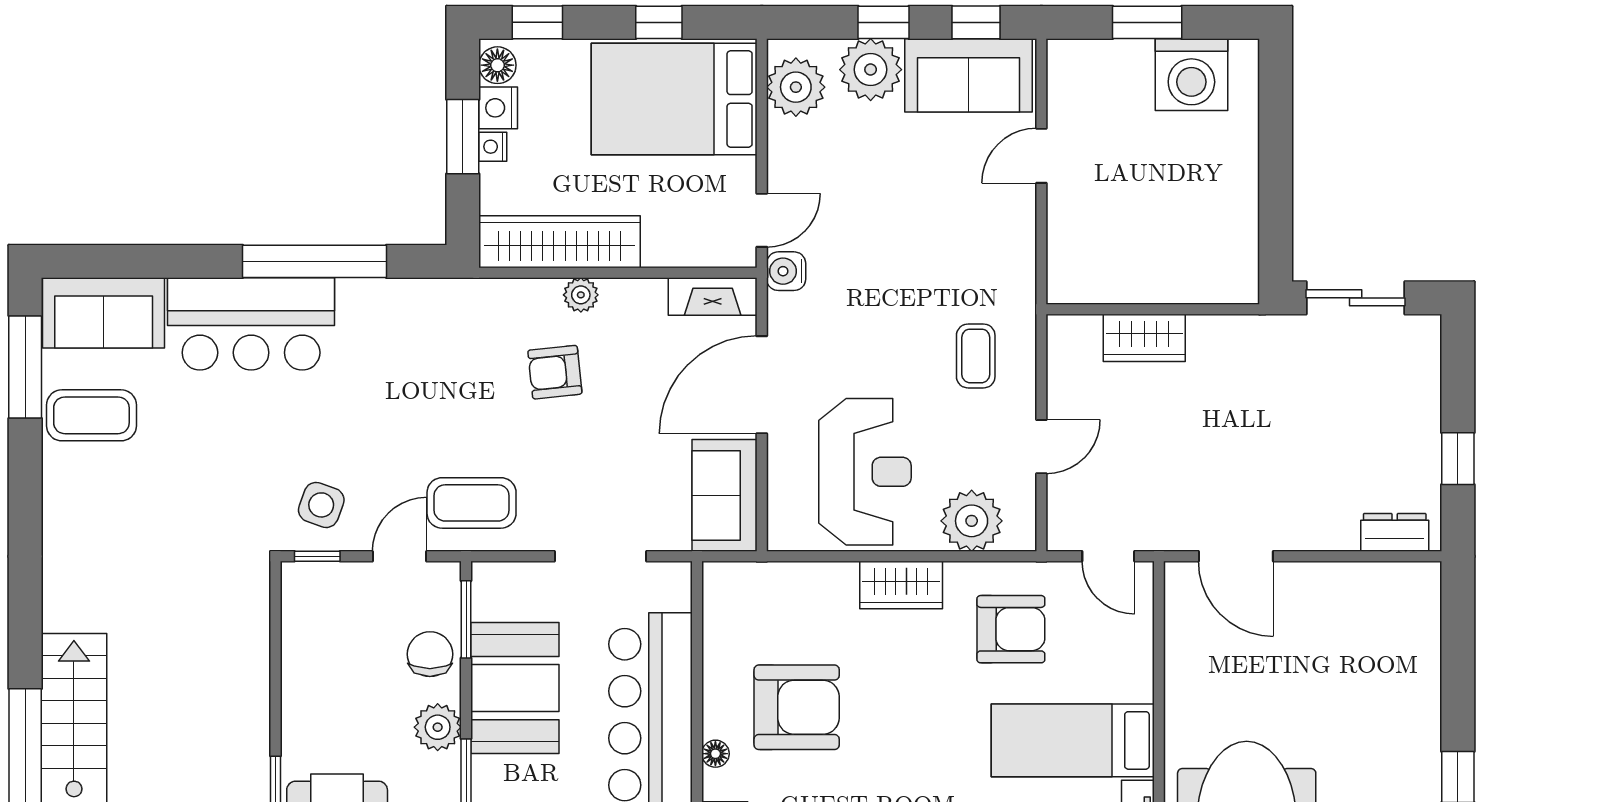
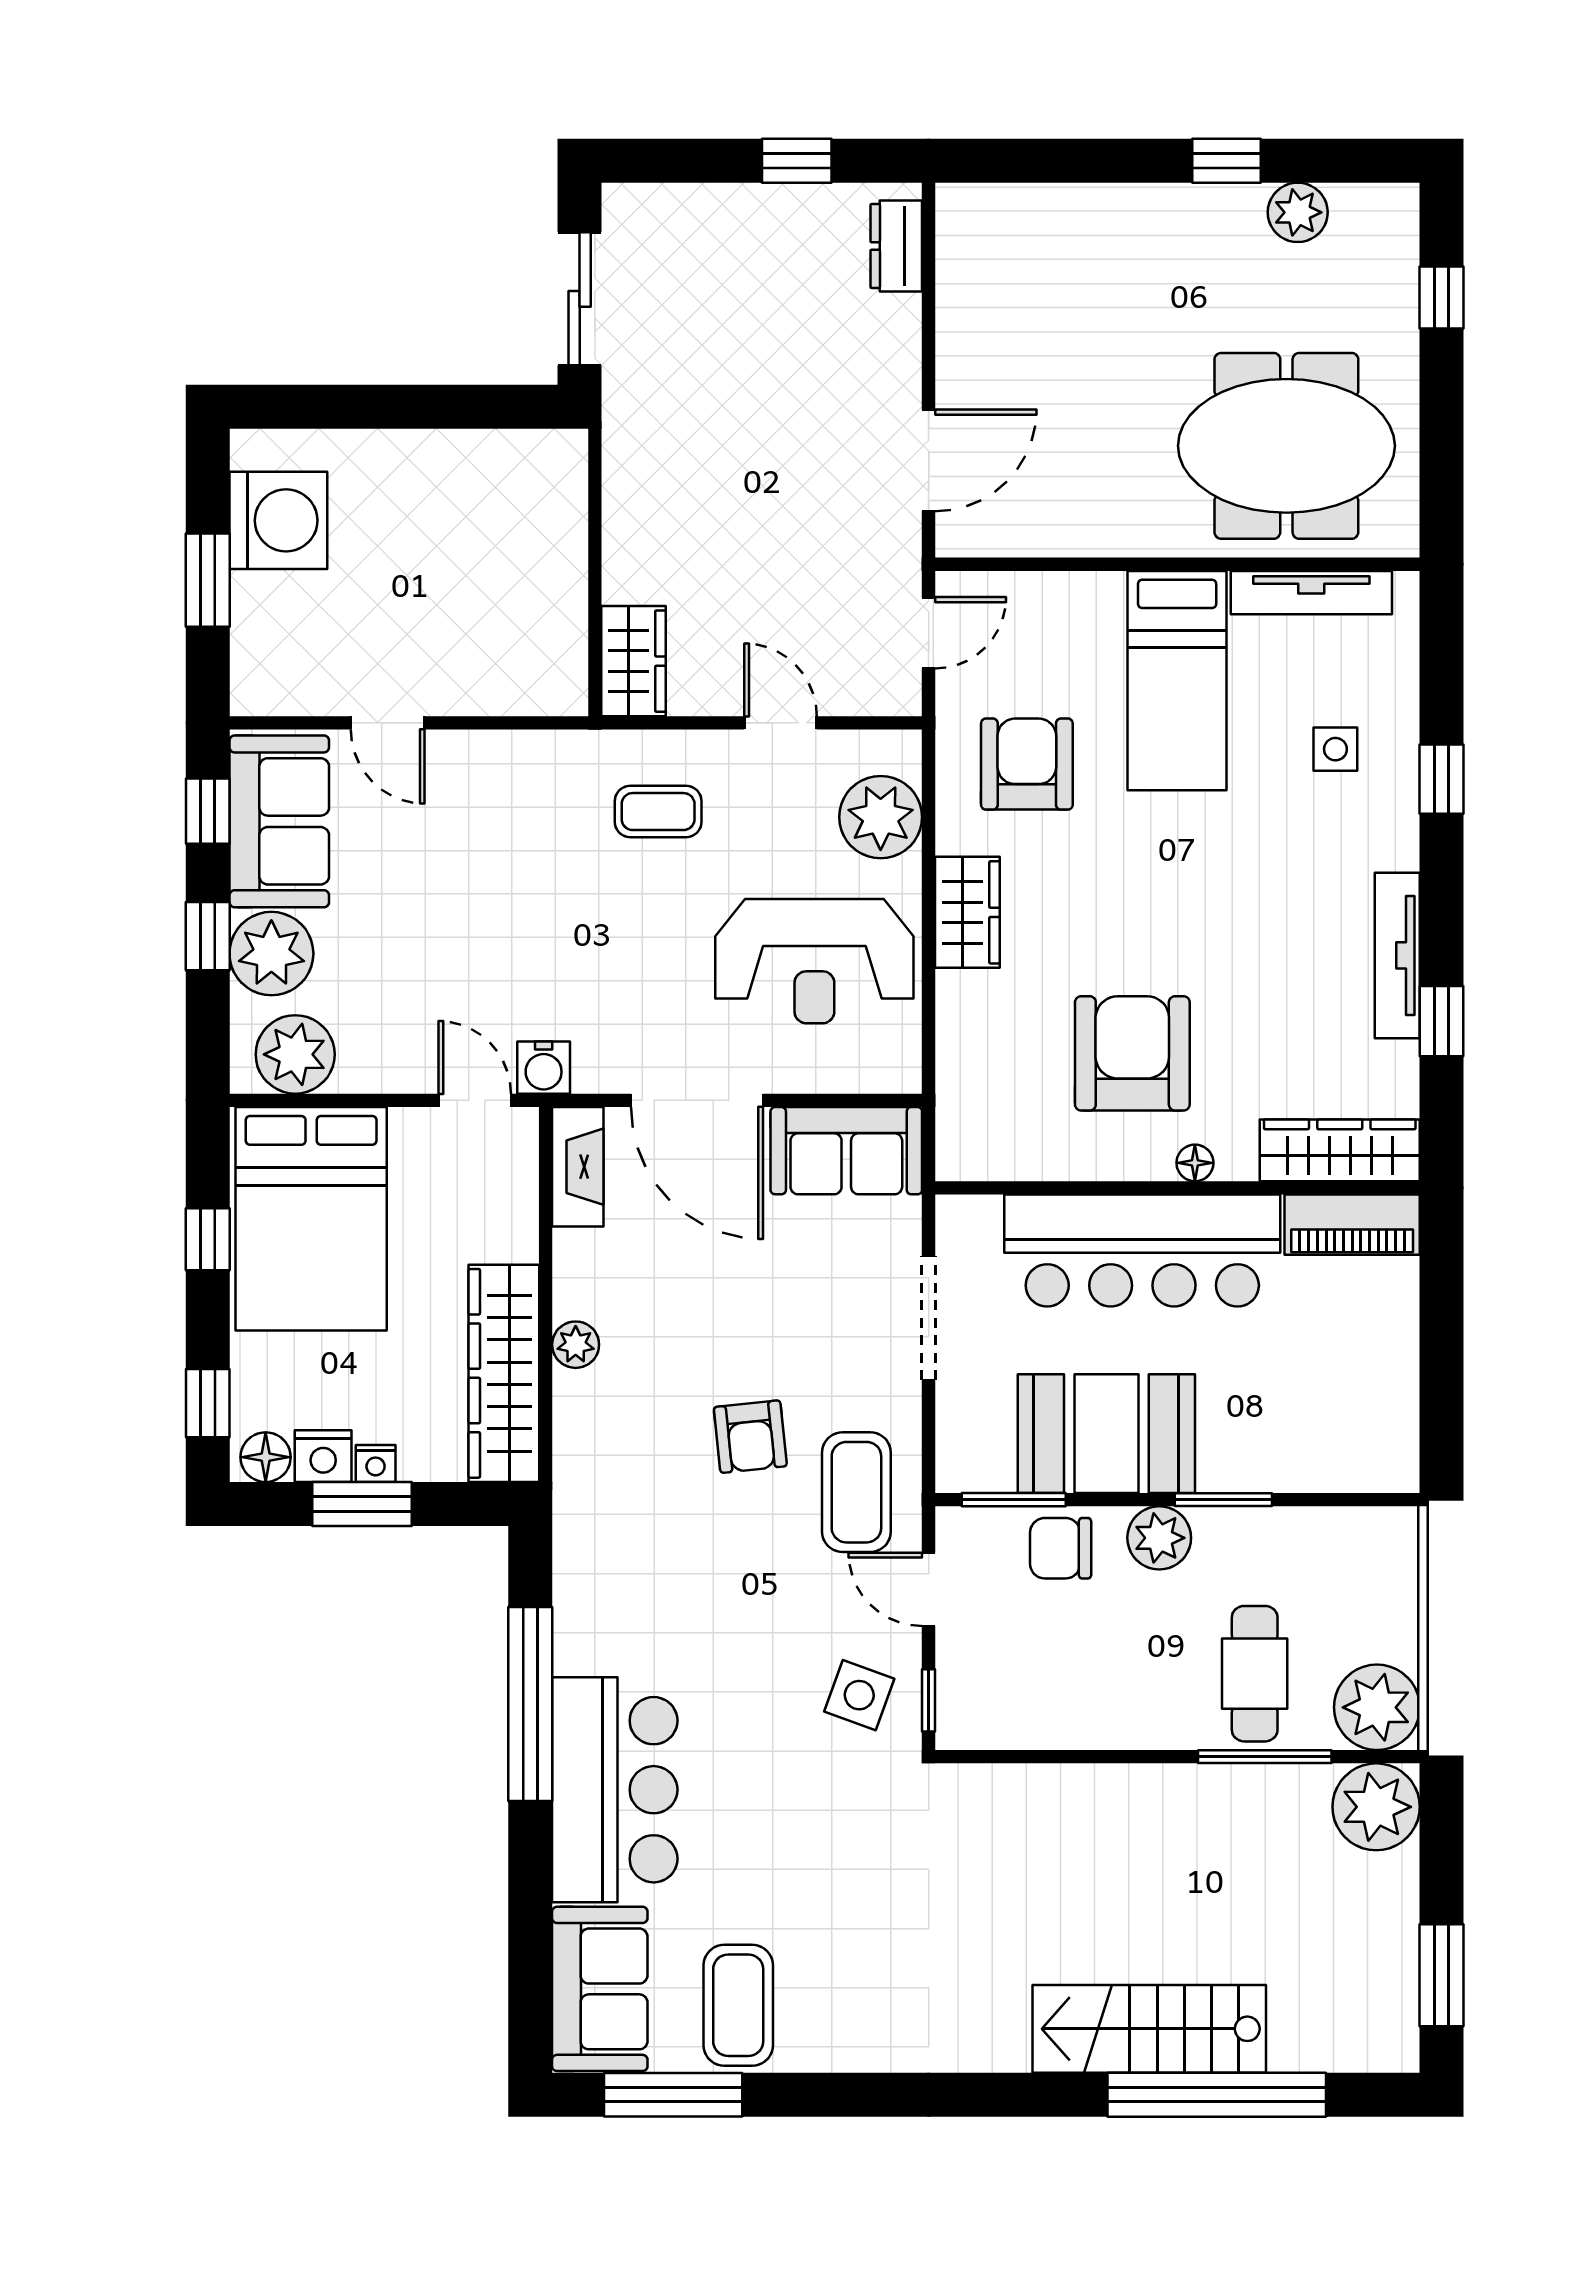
wardrobe: (1144, 338) -> (634, 661), moved
armchair: (555, 372) -> (750, 1437), moved
reception desk: (865, 472) -> (814, 961), turned 180

